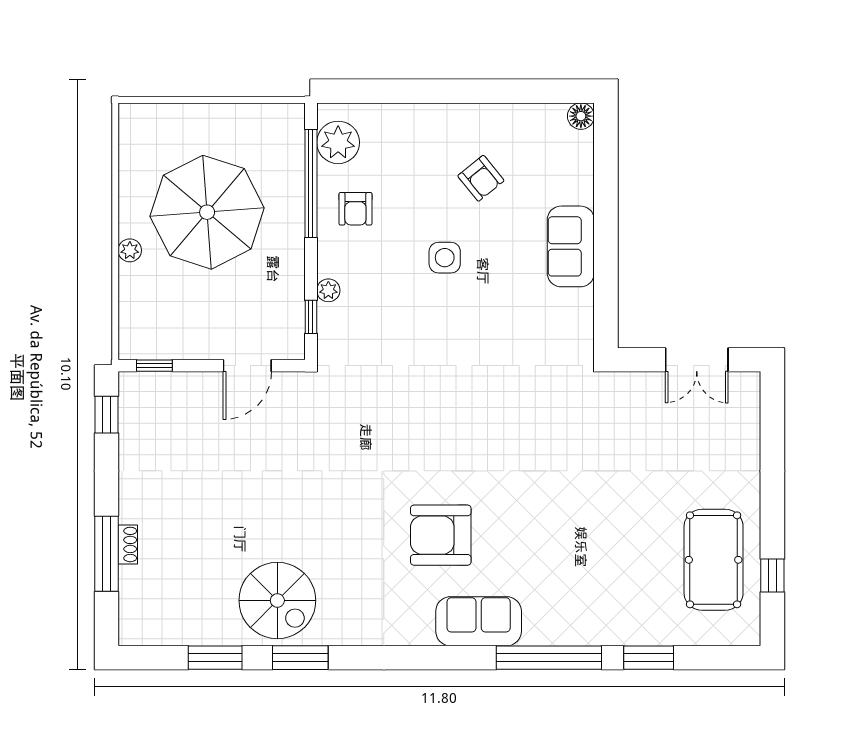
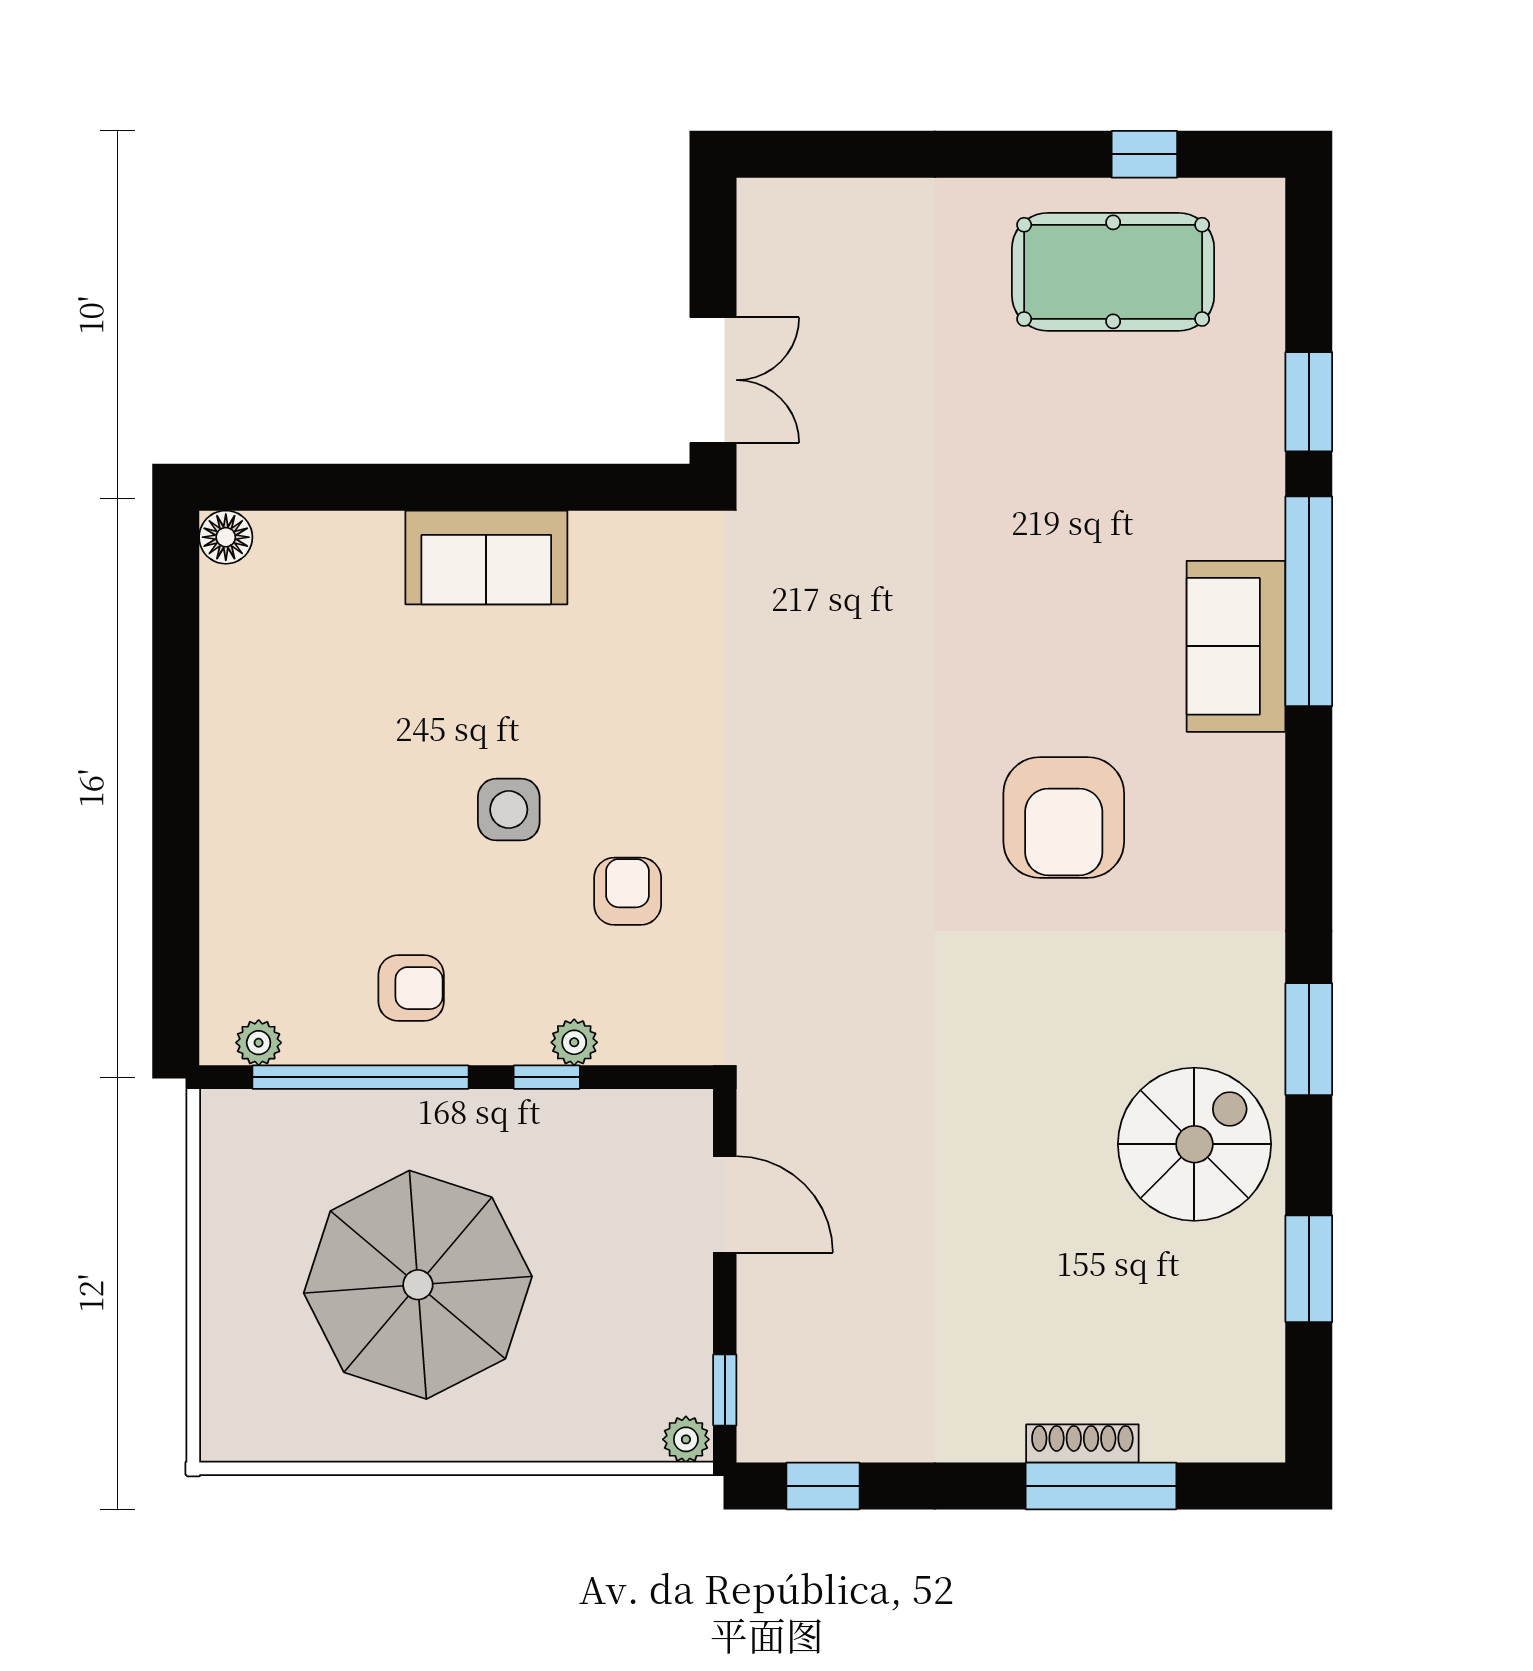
plant: (338, 142) -> (259, 1043), width x0.53, depth x0.53
armchair: (481, 178) -> (628, 891), moved, turned -51
plant: (130, 250) -> (686, 1439), moved
window: (311, 317) -> (547, 1077), moved
double door: (697, 360) -> (713, 380), moved
shoe rack: (128, 544) -> (1082, 1443), width x1.43
sofa: (479, 621) -> (1236, 646), moved
window: (300, 658) -> (1309, 1039), moved

